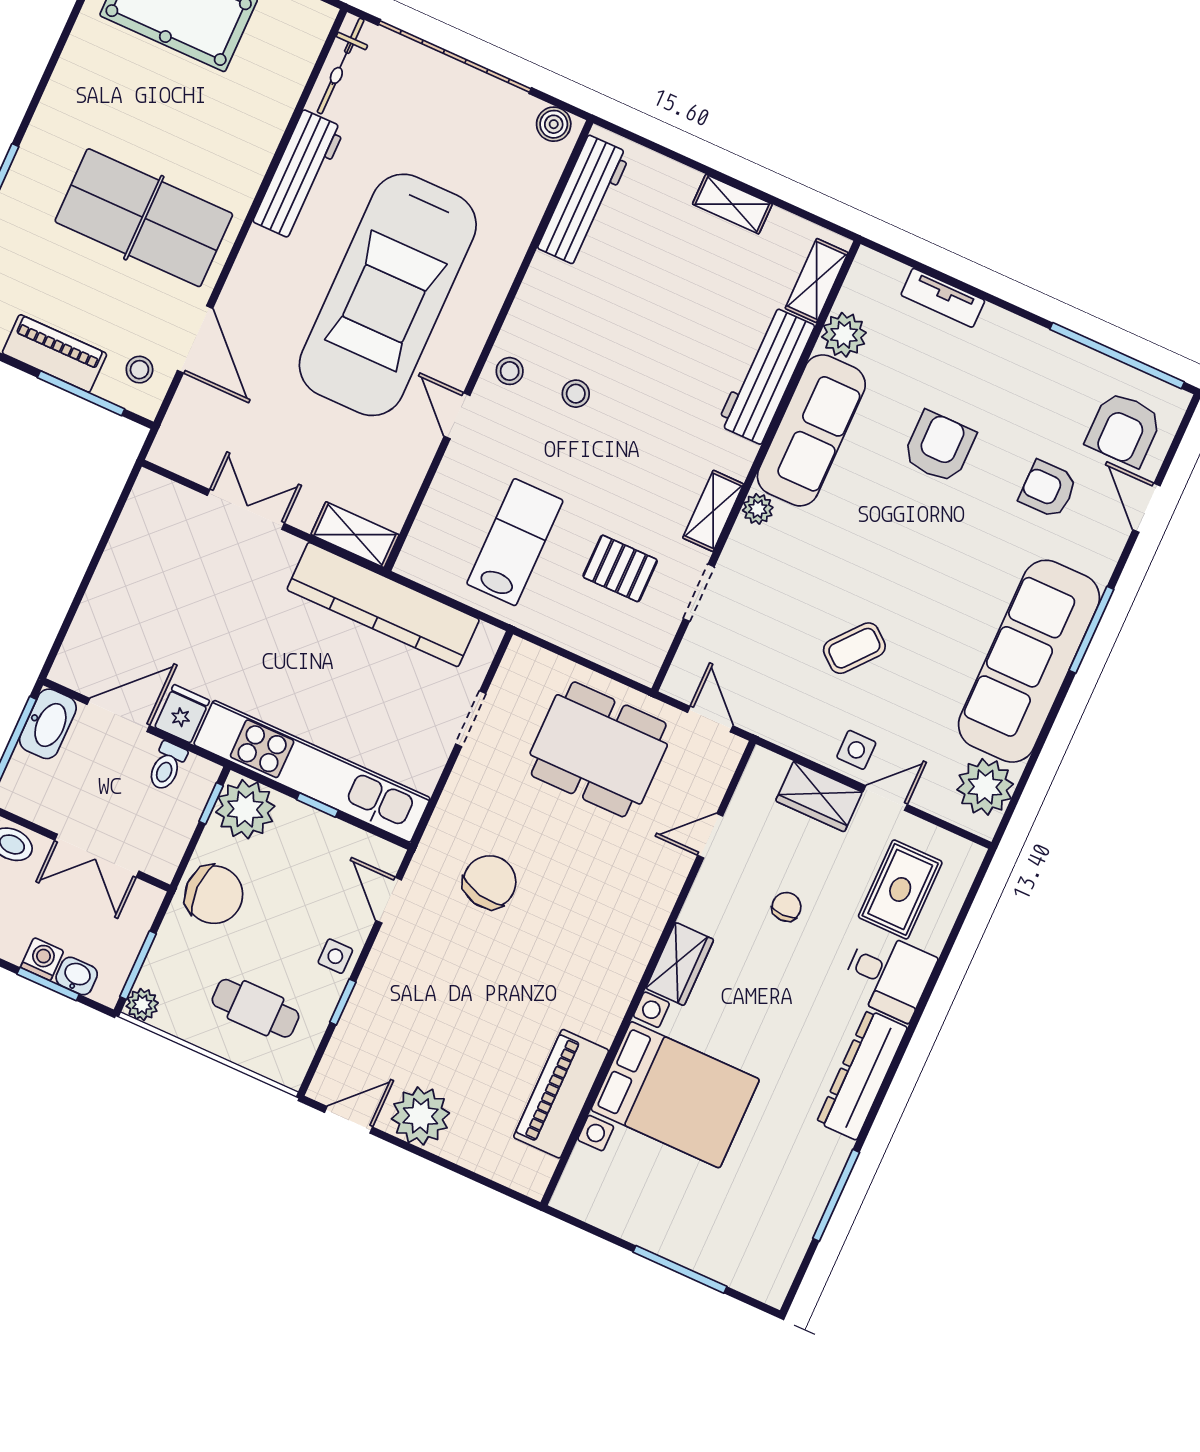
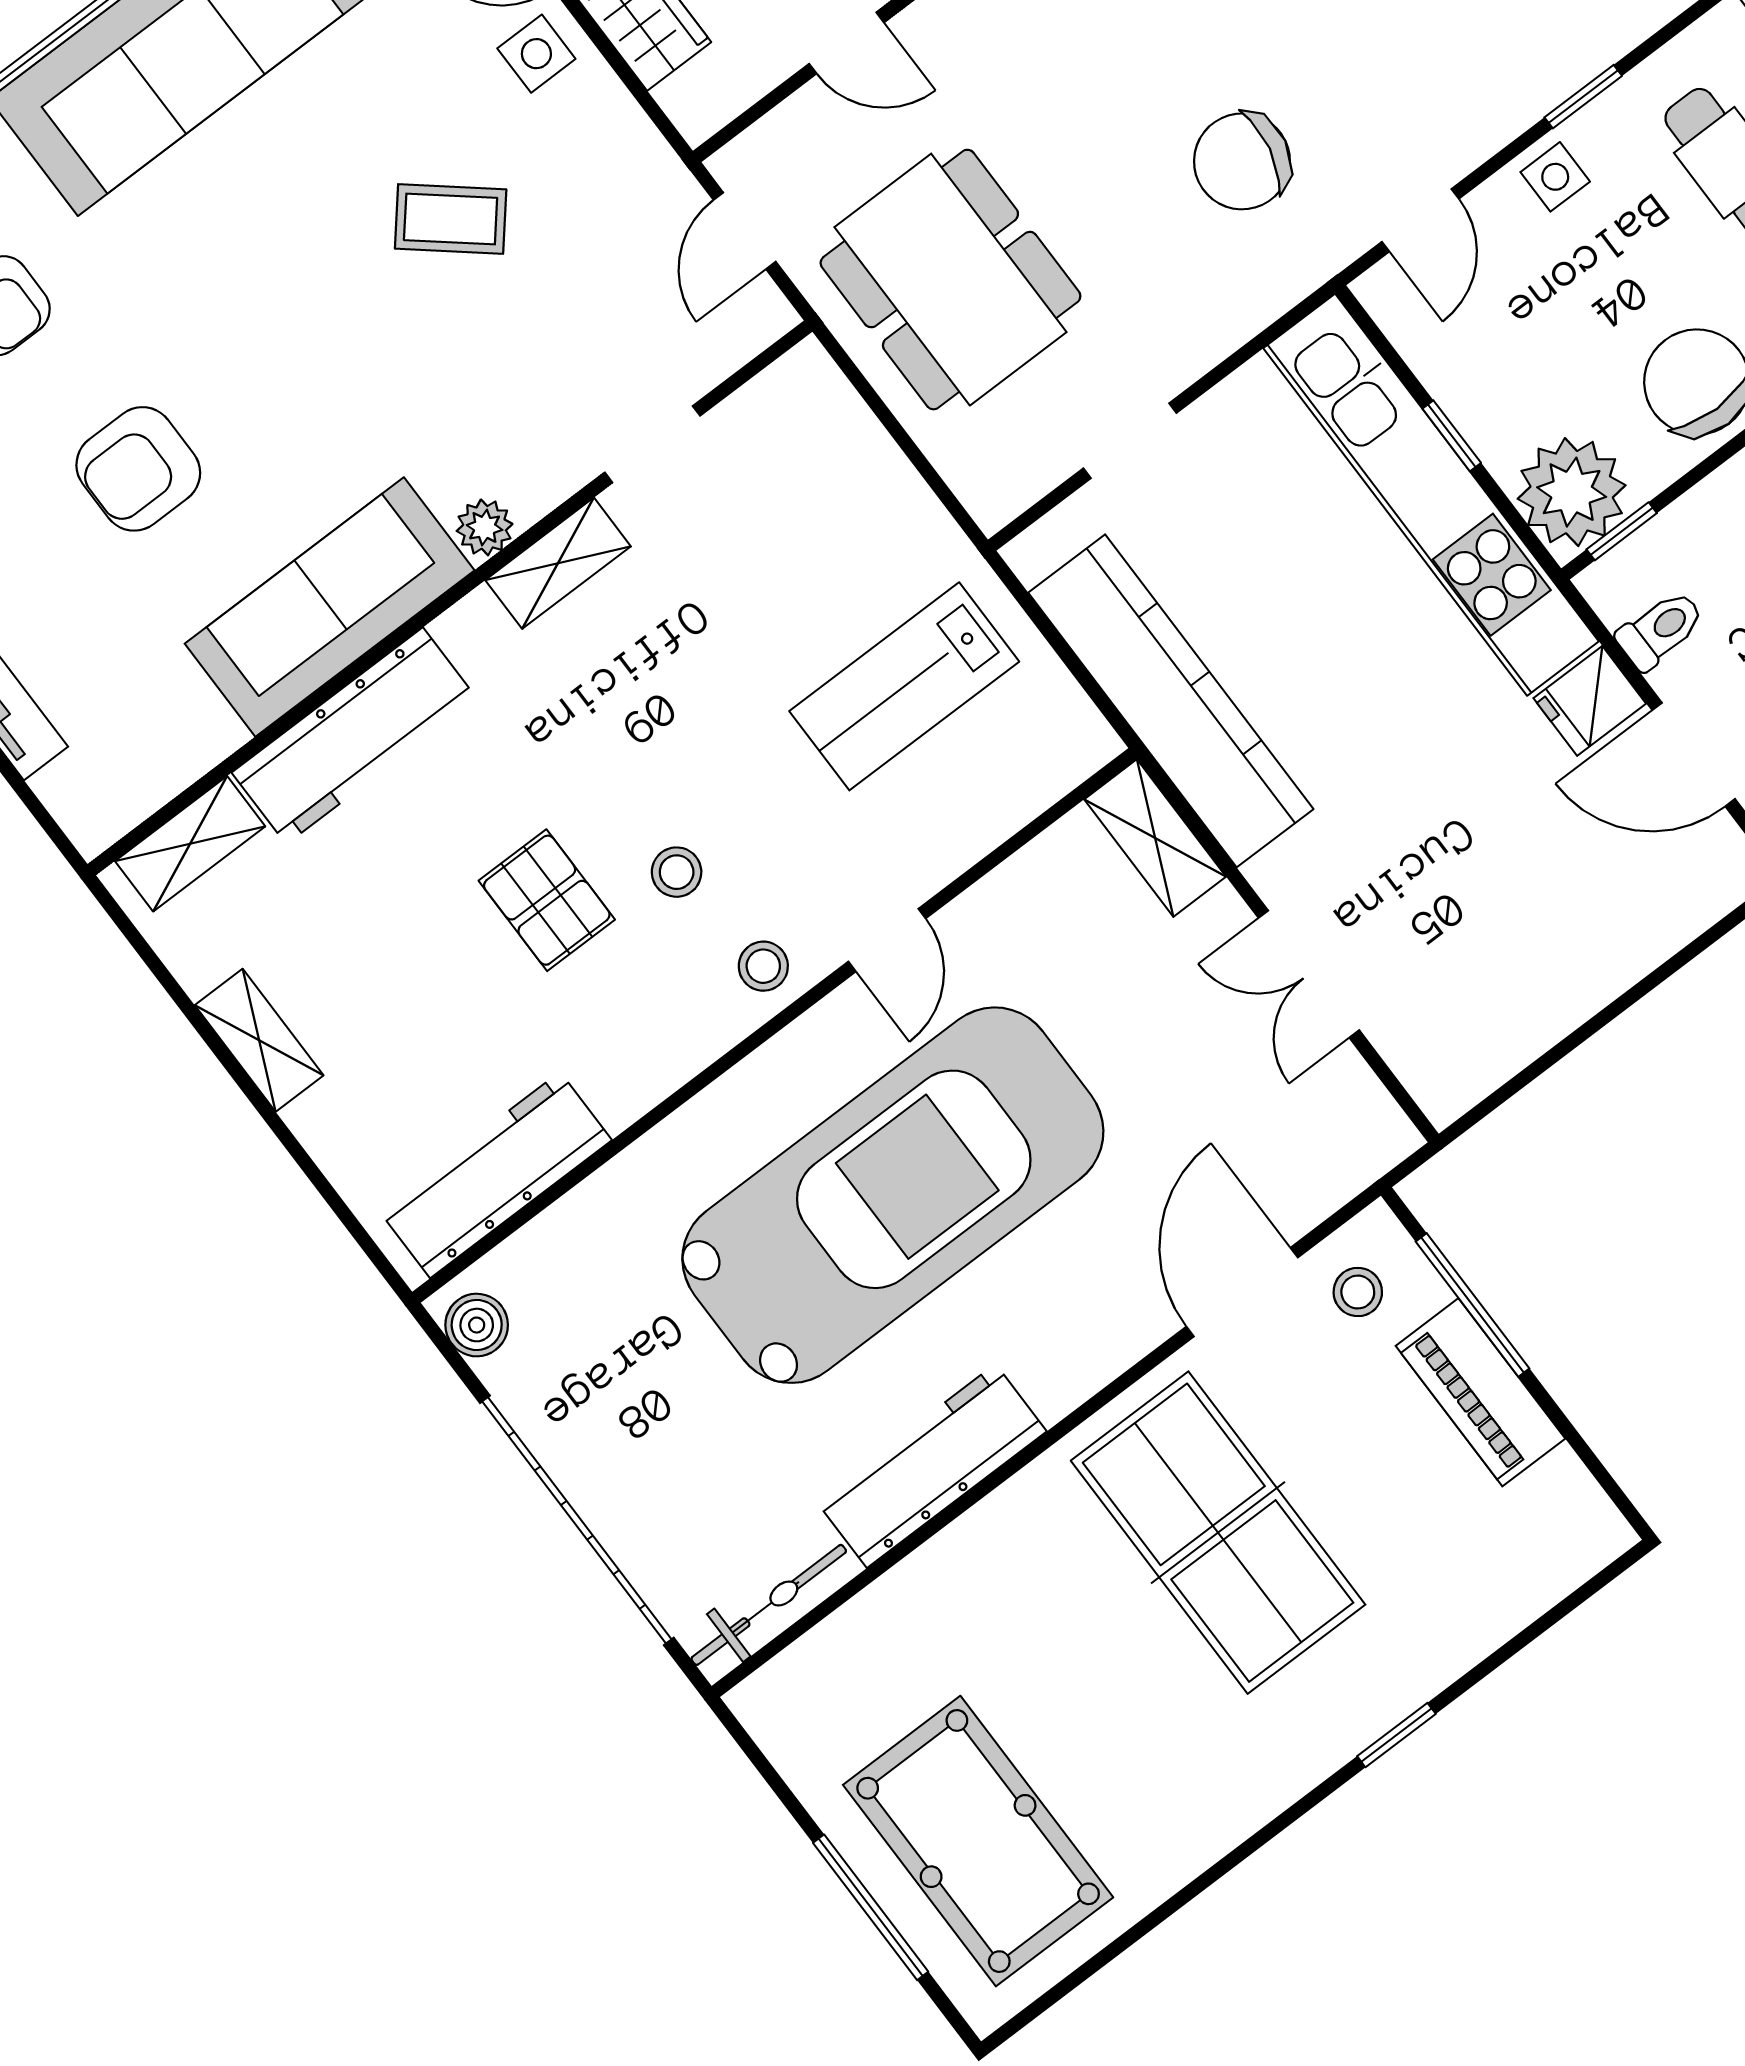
plant: (844, 335) -> (193, 732), removed
pallet: (620, 568) -> (547, 900), moved

